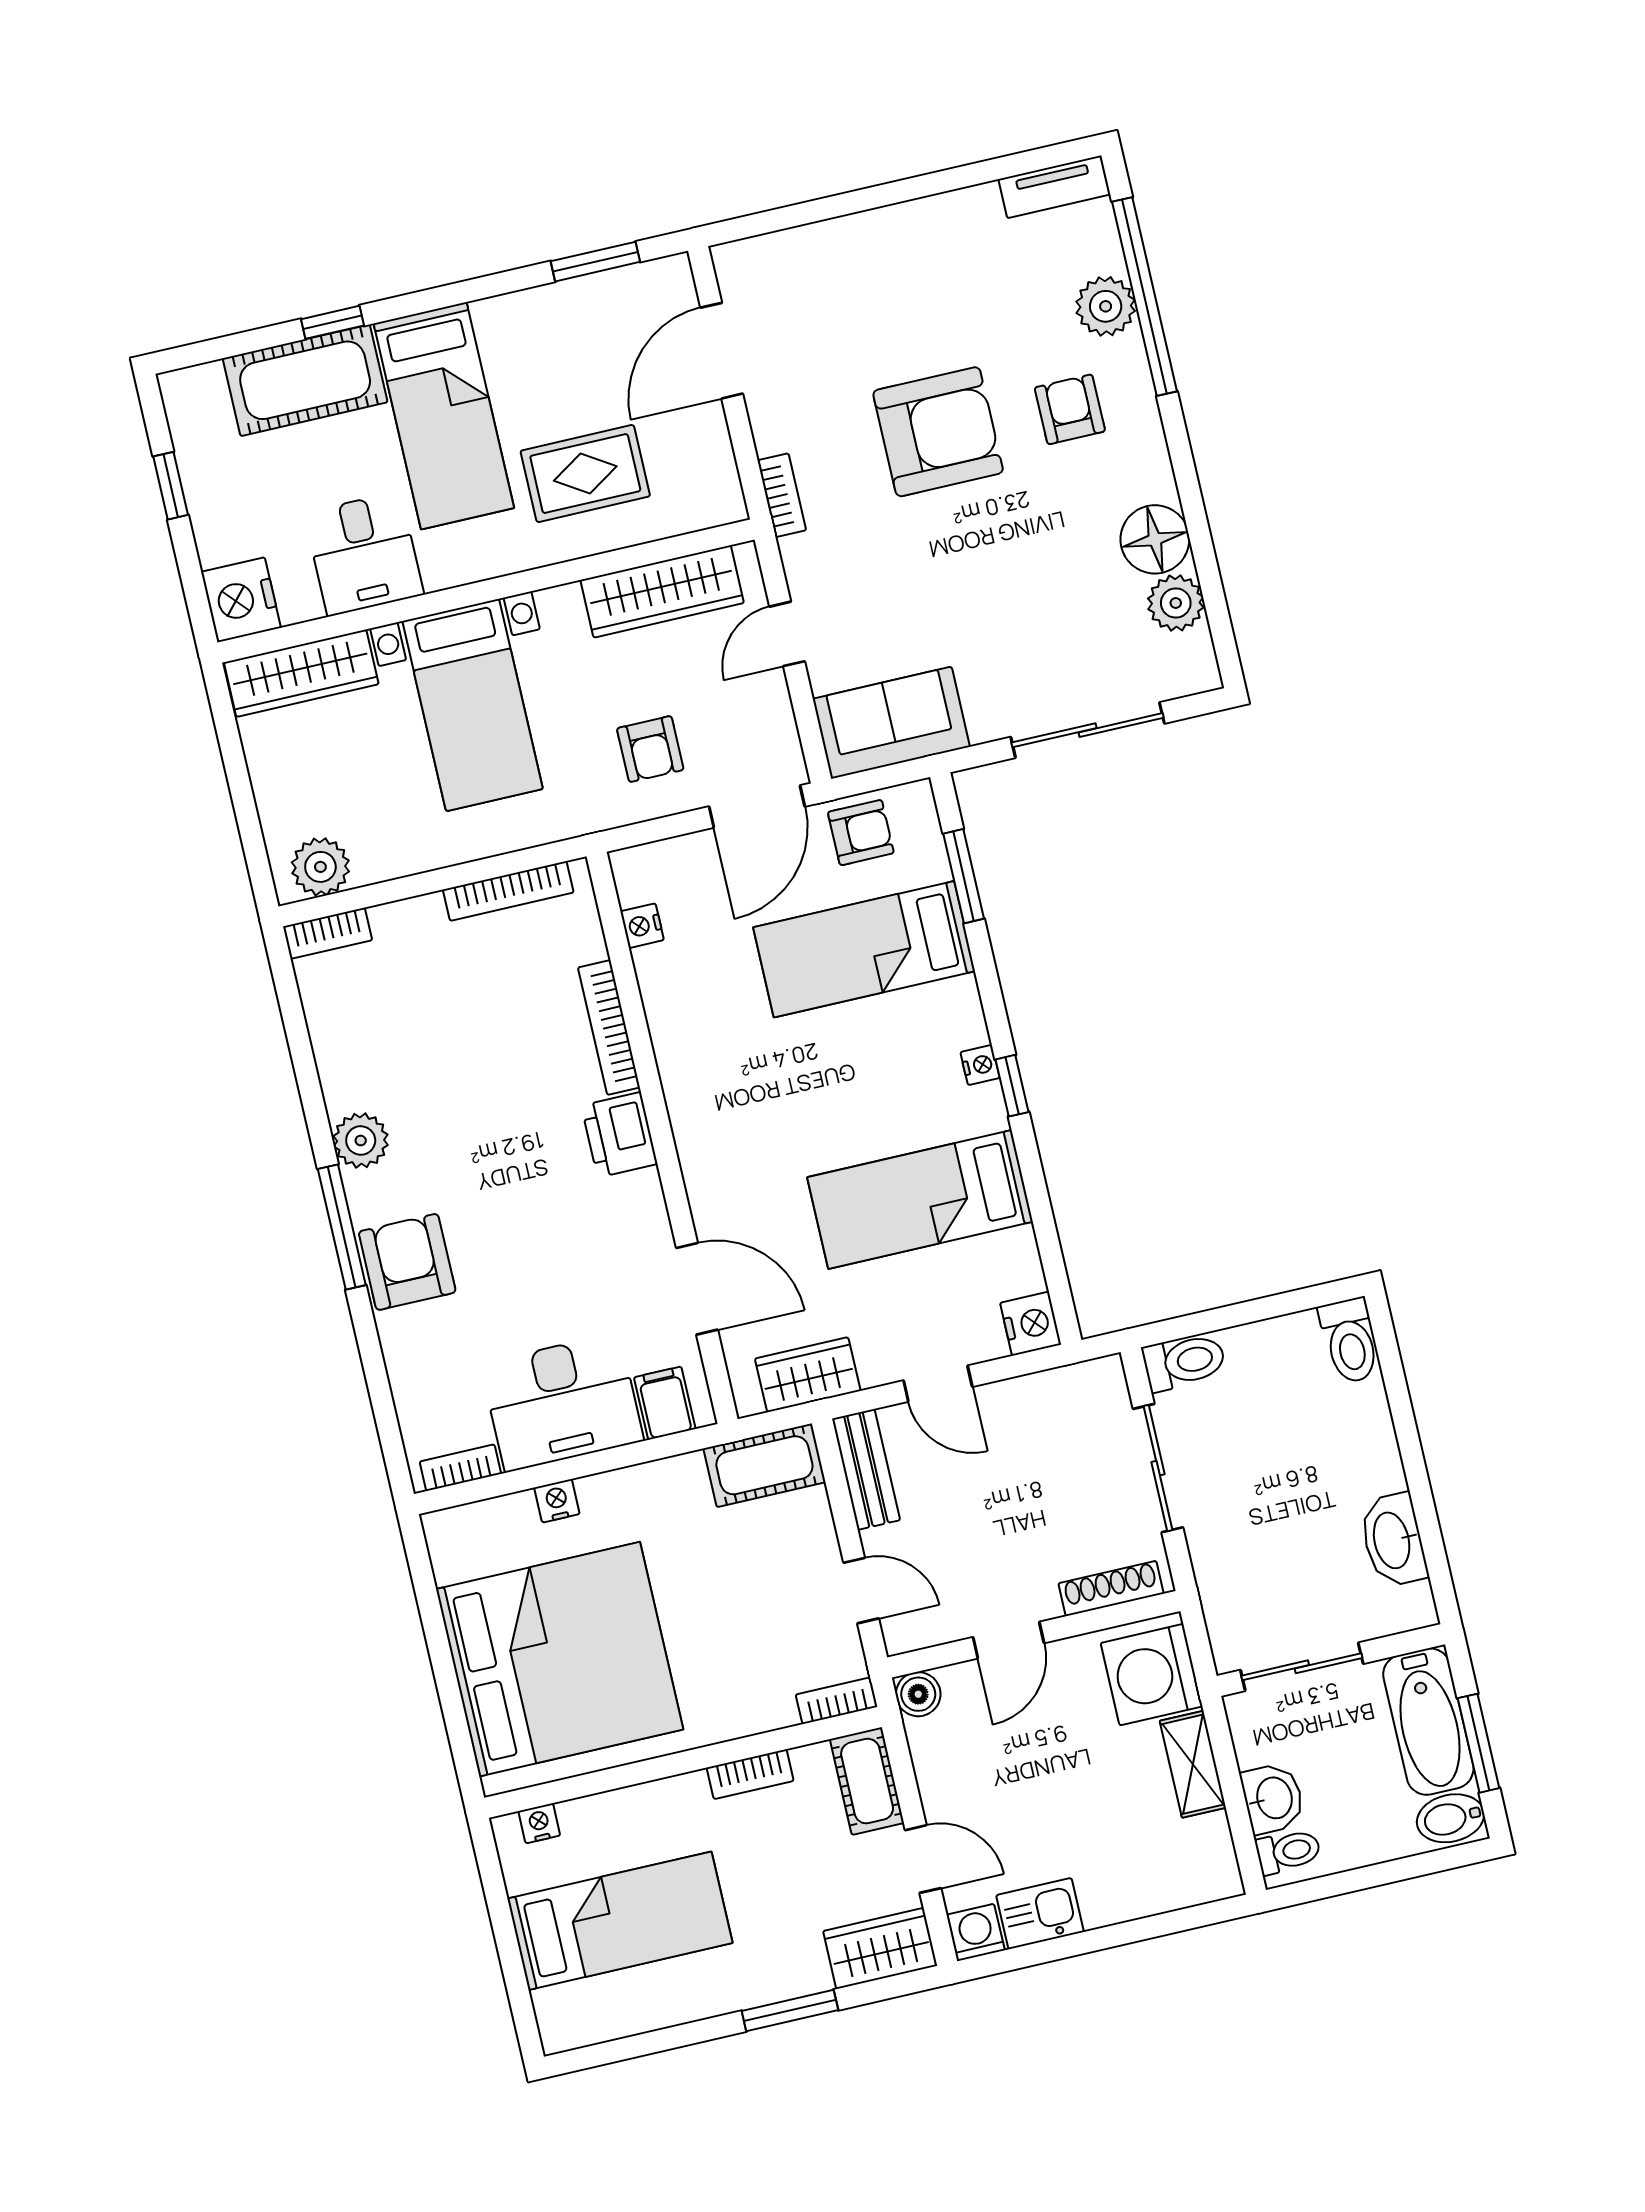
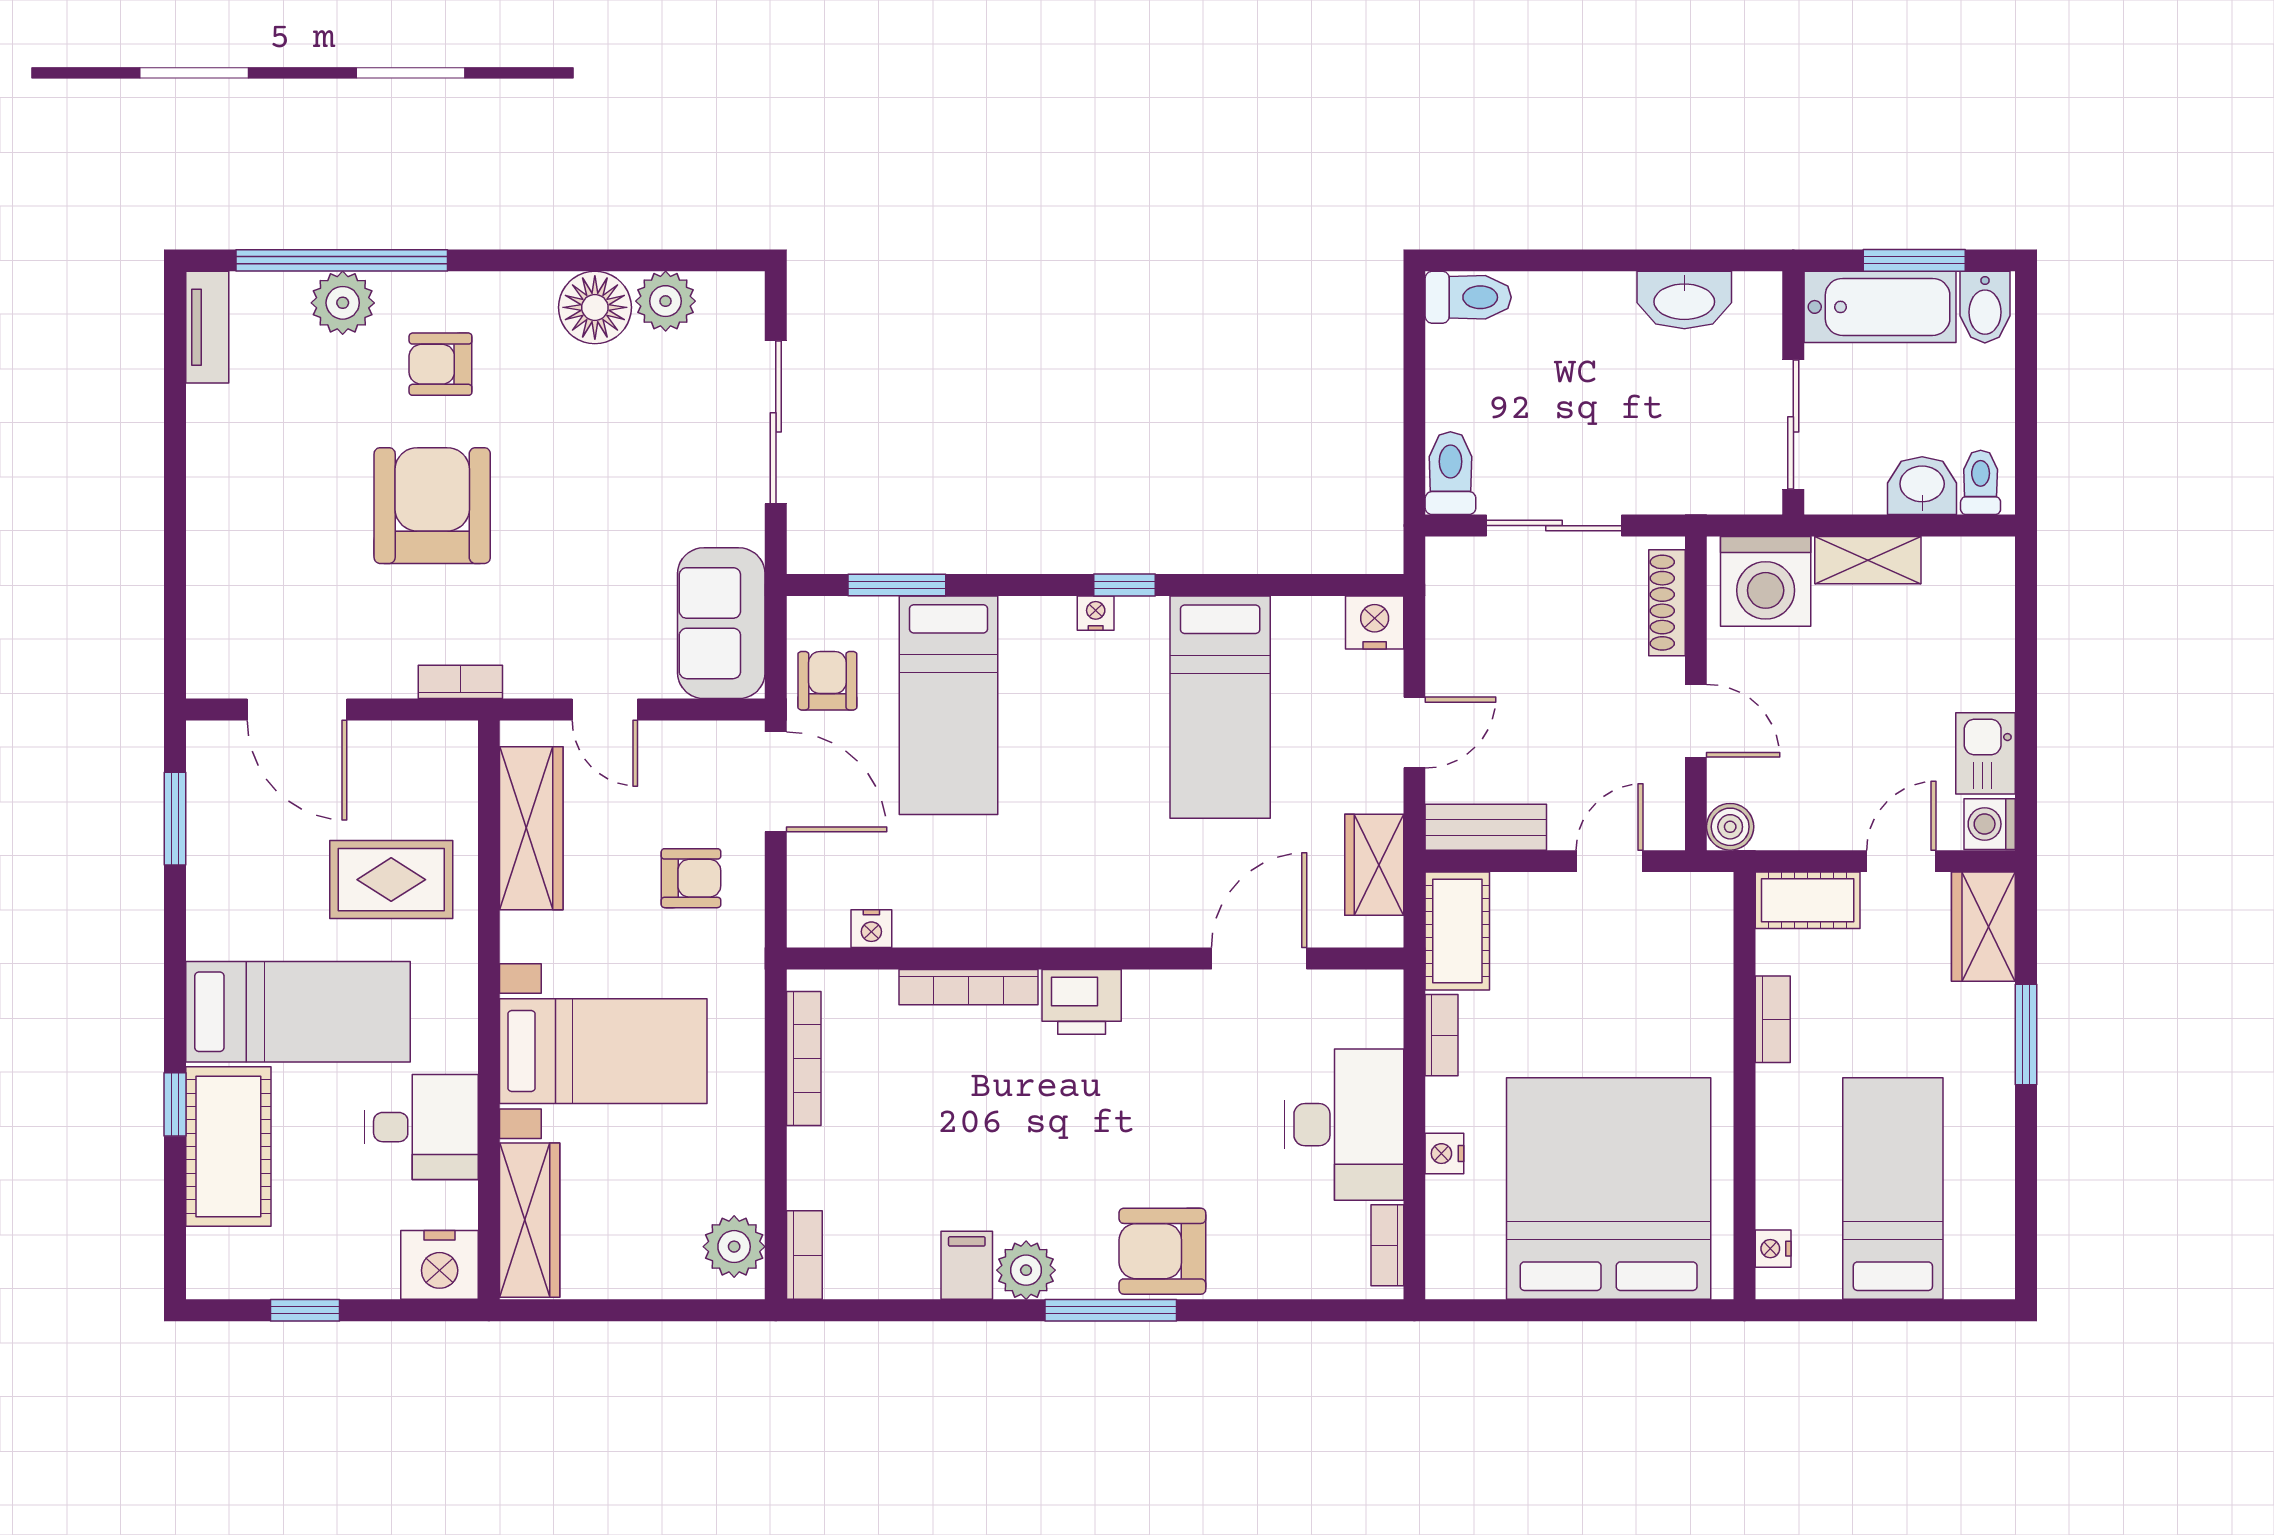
rug: (585, 473) -> (391, 880), turned 90
filing cabinet: (665, 1403) -> (967, 1265), moved, turned 90
bookcase: (837, 1701) -> (1442, 1035), moved, turned 180

